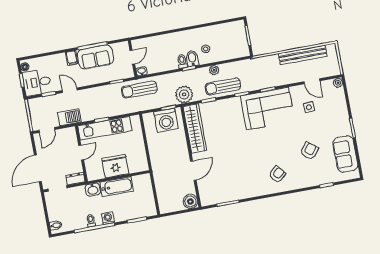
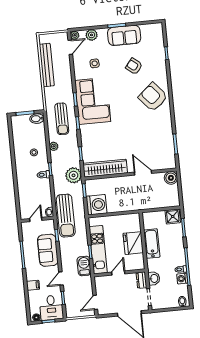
sofa: (95, 57) -> (48, 250), moved, turned 180
door: (132, 57) -> (36, 219), hinge flipped
filing cabinet: (72, 58) -> (33, 285), moved
bidet: (192, 58) -> (37, 119), moved
door: (312, 81) -> (70, 47), moved
sun lounger: (223, 87) -> (62, 119), moved
sun lounger: (139, 90) -> (66, 216), width x1.36, depth x1.34
plant: (340, 101) -> (92, 35), added
barbecue: (69, 117) -> (84, 266), moved
washing machine: (166, 120) -> (97, 205), moved
door: (47, 130) -> (95, 302), swing flipped
door: (81, 153) -> (118, 273), hinge flipped
sofa: (345, 154) -> (124, 35), moved
armchair: (277, 174) -> (153, 97), width x1.88, depth x1.88
washbasin: (93, 190) -> (154, 278), moved
shower: (148, 207) -> (173, 216), added
washing machine: (108, 218) -> (182, 279), moved

